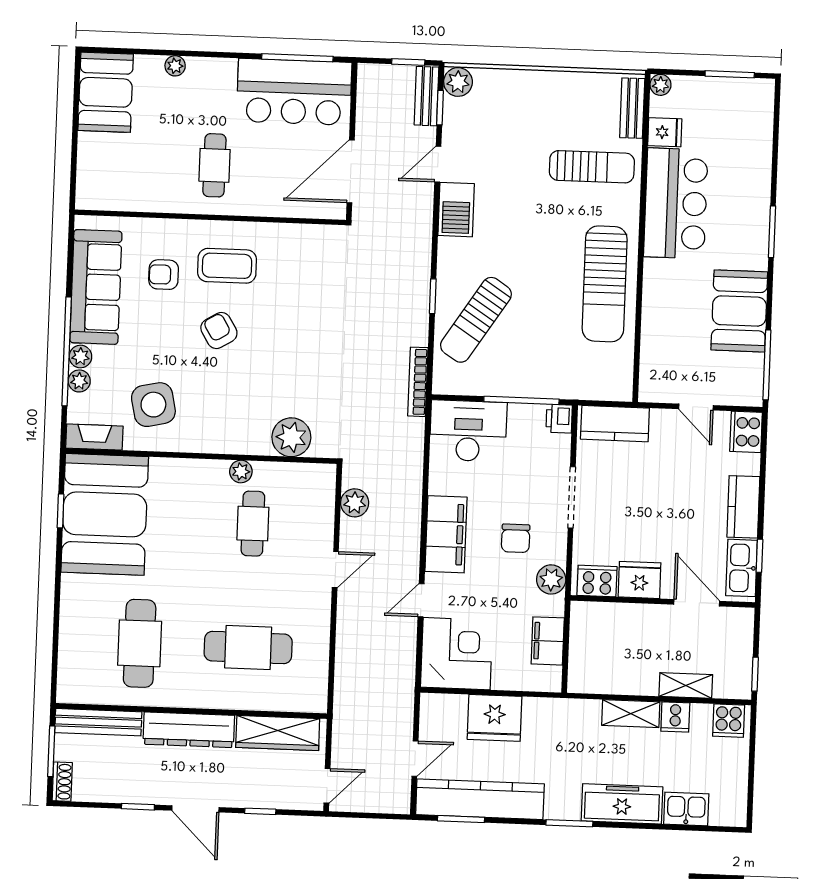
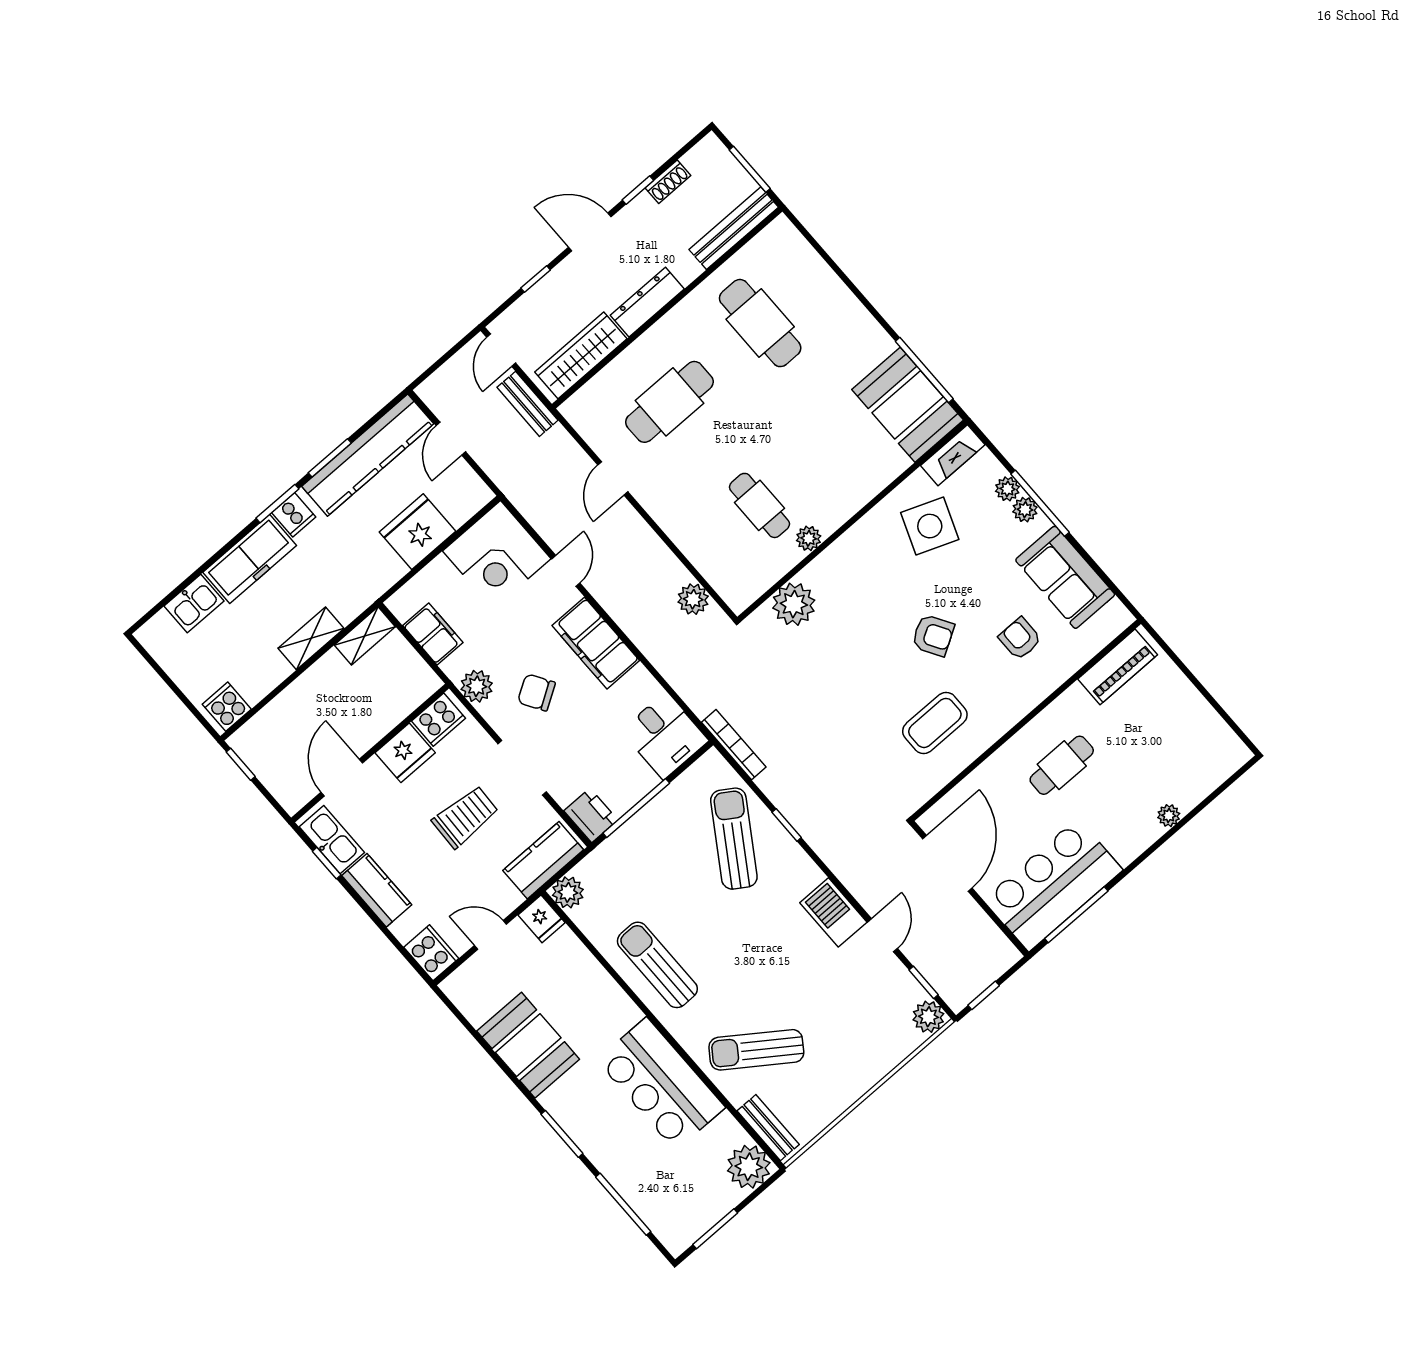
plant: (660, 85) -> (749, 1167), width x1.88, depth x1.88
booth: (106, 92) -> (1205, 742), removed
bench: (426, 96) -> (527, 404), moved
fridge: (665, 132) -> (541, 919), moved, turned -90
cafe table: (214, 165) -> (1062, 765), turned 90
sun lounger: (592, 167) -> (756, 1050), turned 35
piano: (117, 196) -> (1118, 667), added
coffee table: (227, 266) -> (935, 723), moved
armchair: (164, 275) -> (1020, 639), turned -90
sun lounger: (605, 284) -> (657, 965), width x0.73, depth x0.75
sofa: (96, 287) -> (1065, 577), width x0.73
window: (67, 351) -> (1040, 503), width x0.68
window: (767, 365) -> (623, 1204), moved
plant: (619, 387) -> (568, 892), added
side table: (153, 405) -> (930, 526), turned 33
printer: (559, 419) -> (591, 815), width x1.36, depth x1.24
desk: (468, 431) -> (665, 736), width x0.73
trolley: (639, 500) -> (465, 817), added
window: (60, 511) -> (924, 370), width x2.17
booth: (105, 514) -> (908, 405), width x0.73, depth x0.70
chair: (516, 538) -> (536, 692), turned -32
door: (335, 570) -> (613, 478), moved
door: (697, 603) -> (342, 778), swing flipped
shelving: (686, 685) -> (365, 636), moved
cooker: (675, 717) -> (294, 515), moved, turned 180
dresser: (189, 730) -> (647, 302), width x0.73, depth x0.80
shoe rack: (62, 782) -> (668, 182), moved, turned -90
window: (461, 819) -> (330, 458), moved

